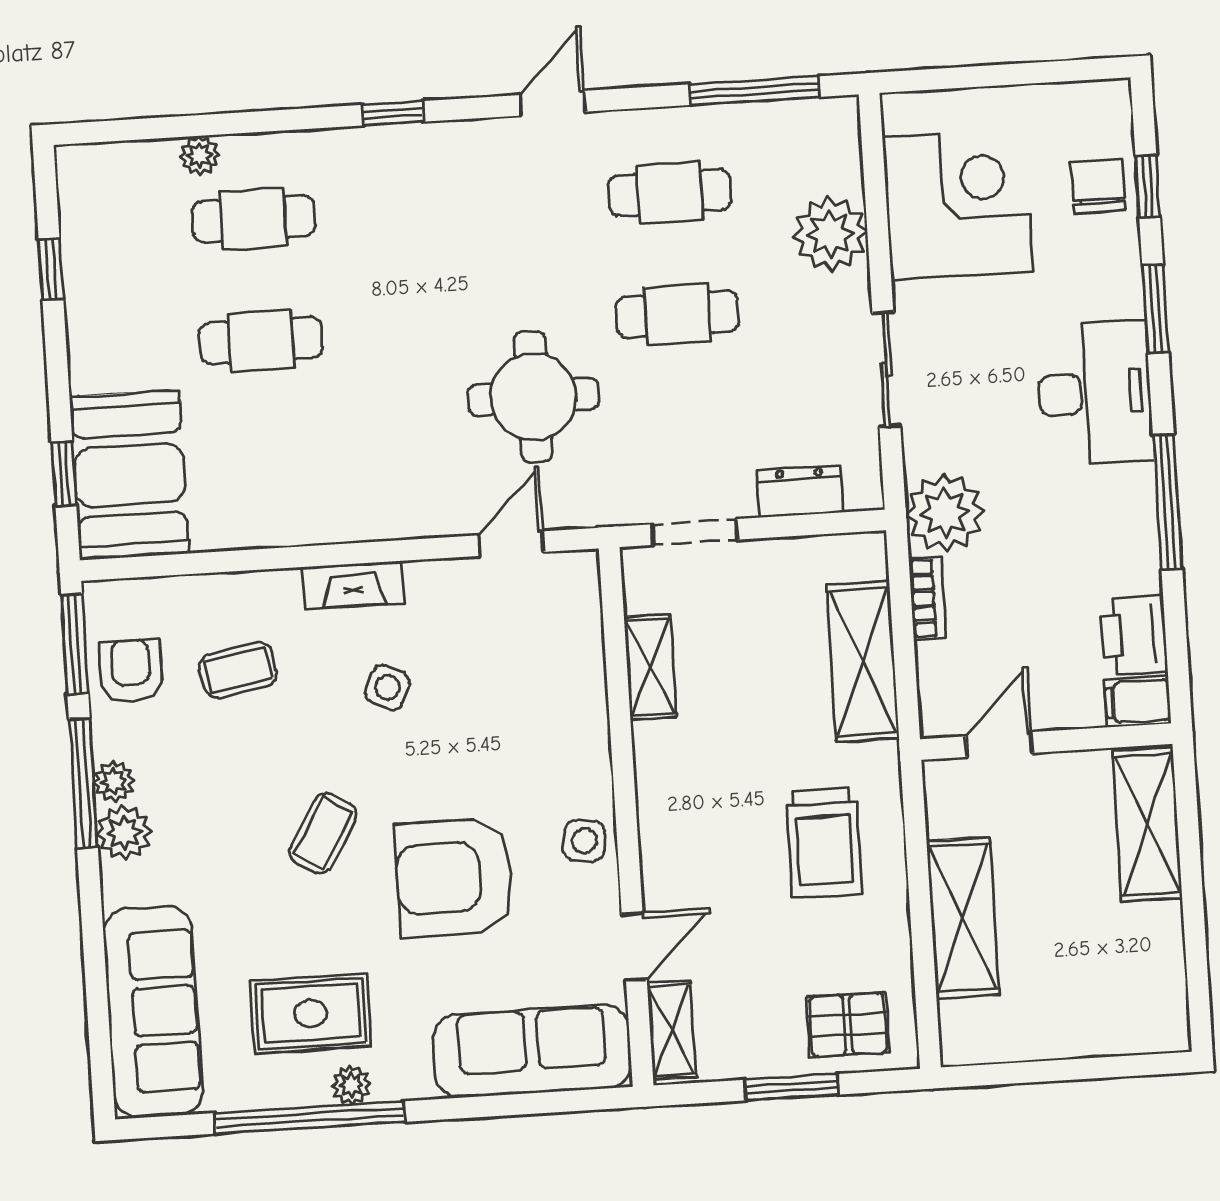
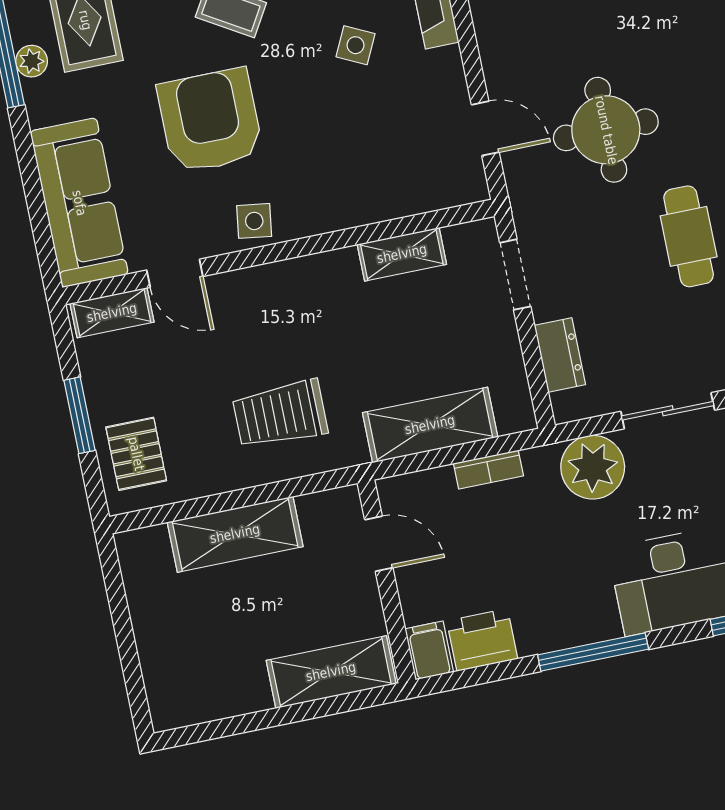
plant: (945, 513) -> (593, 467), moved

